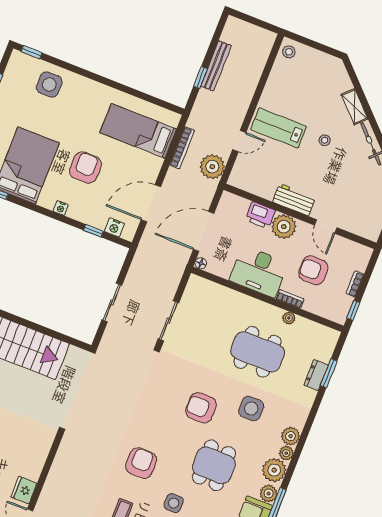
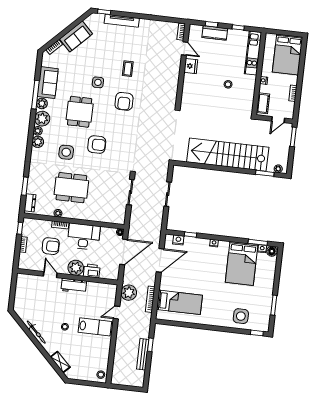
shelving: (354, 107) -> (60, 362), moved
armchair: (85, 168) -> (206, 272), removed
dresser: (316, 375) -> (30, 203), moved

